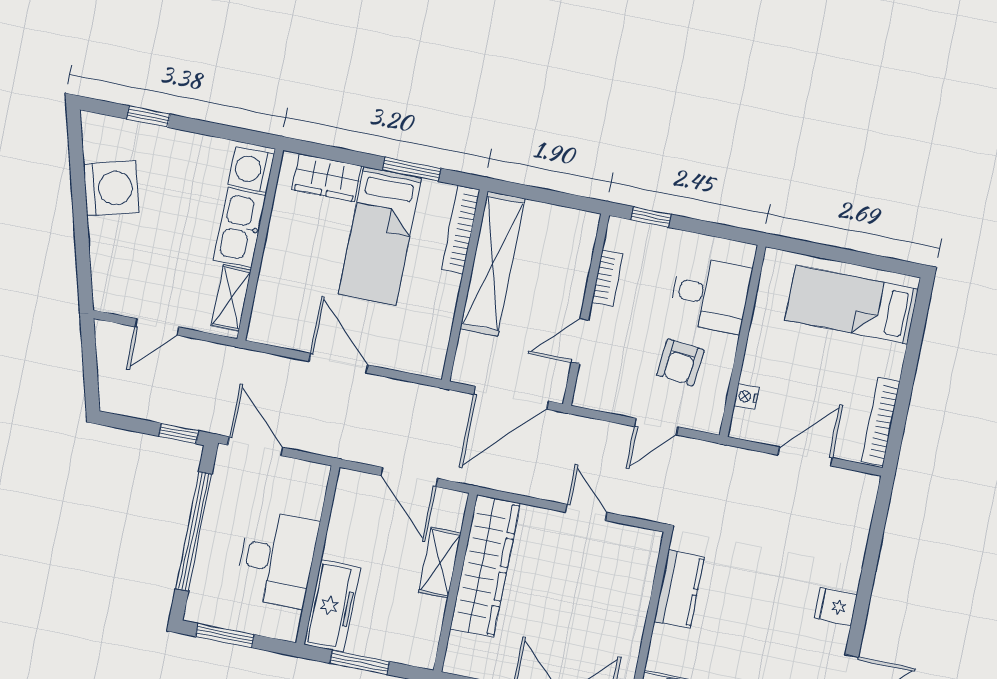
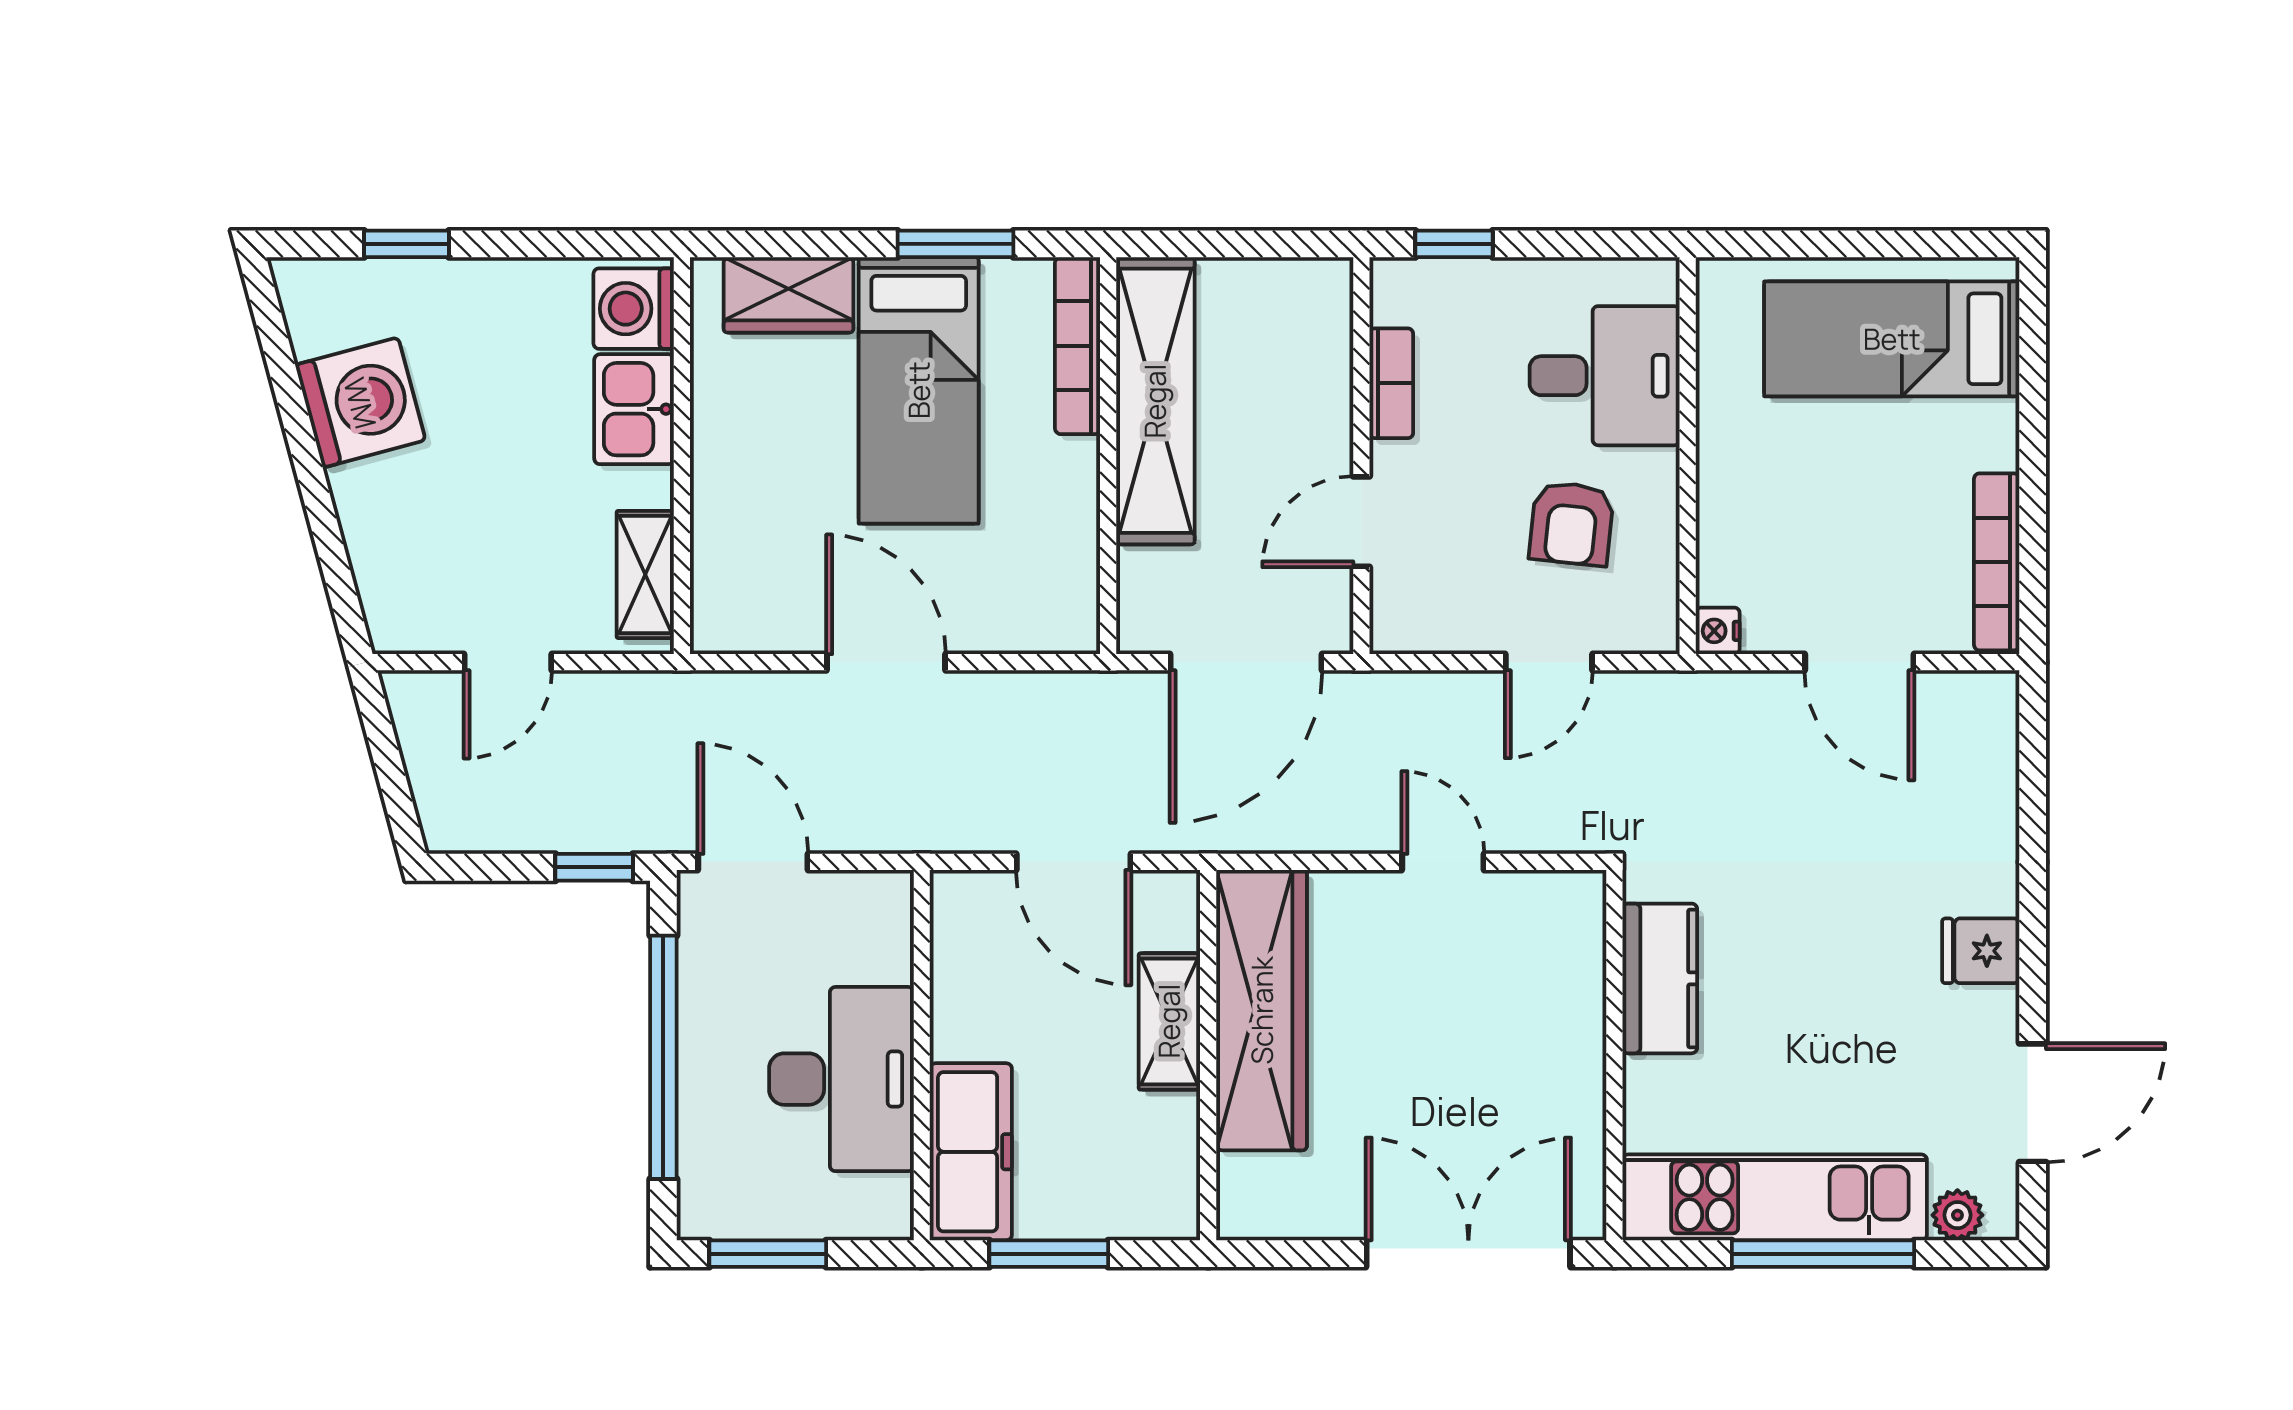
kitchen sink: (240, 228) -> (634, 409), width x0.73
nightstand: (746, 397) -> (1718, 631), moved
door: (805, 456) -> (1859, 662), swing flipped

